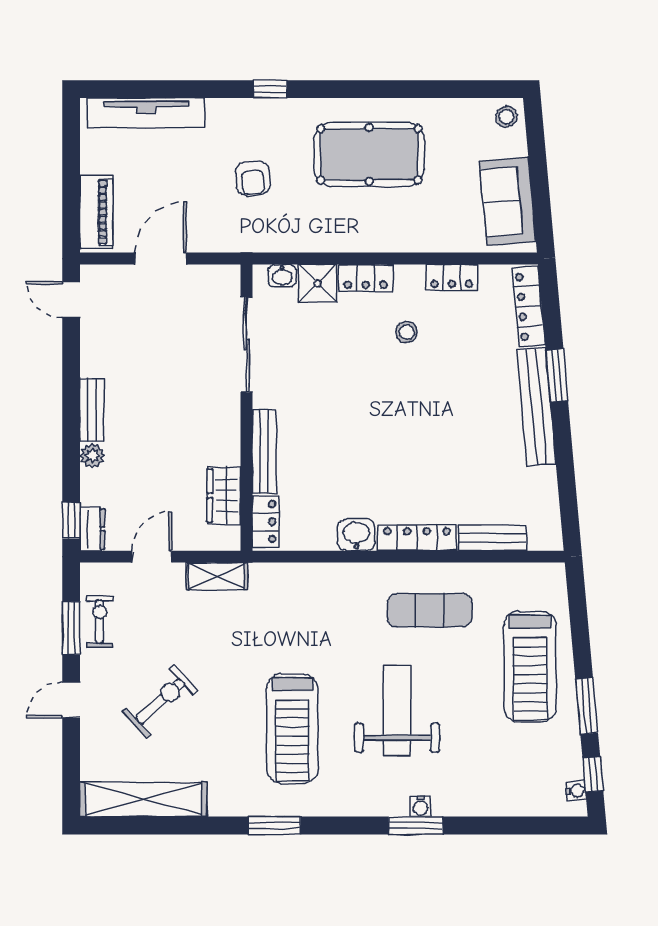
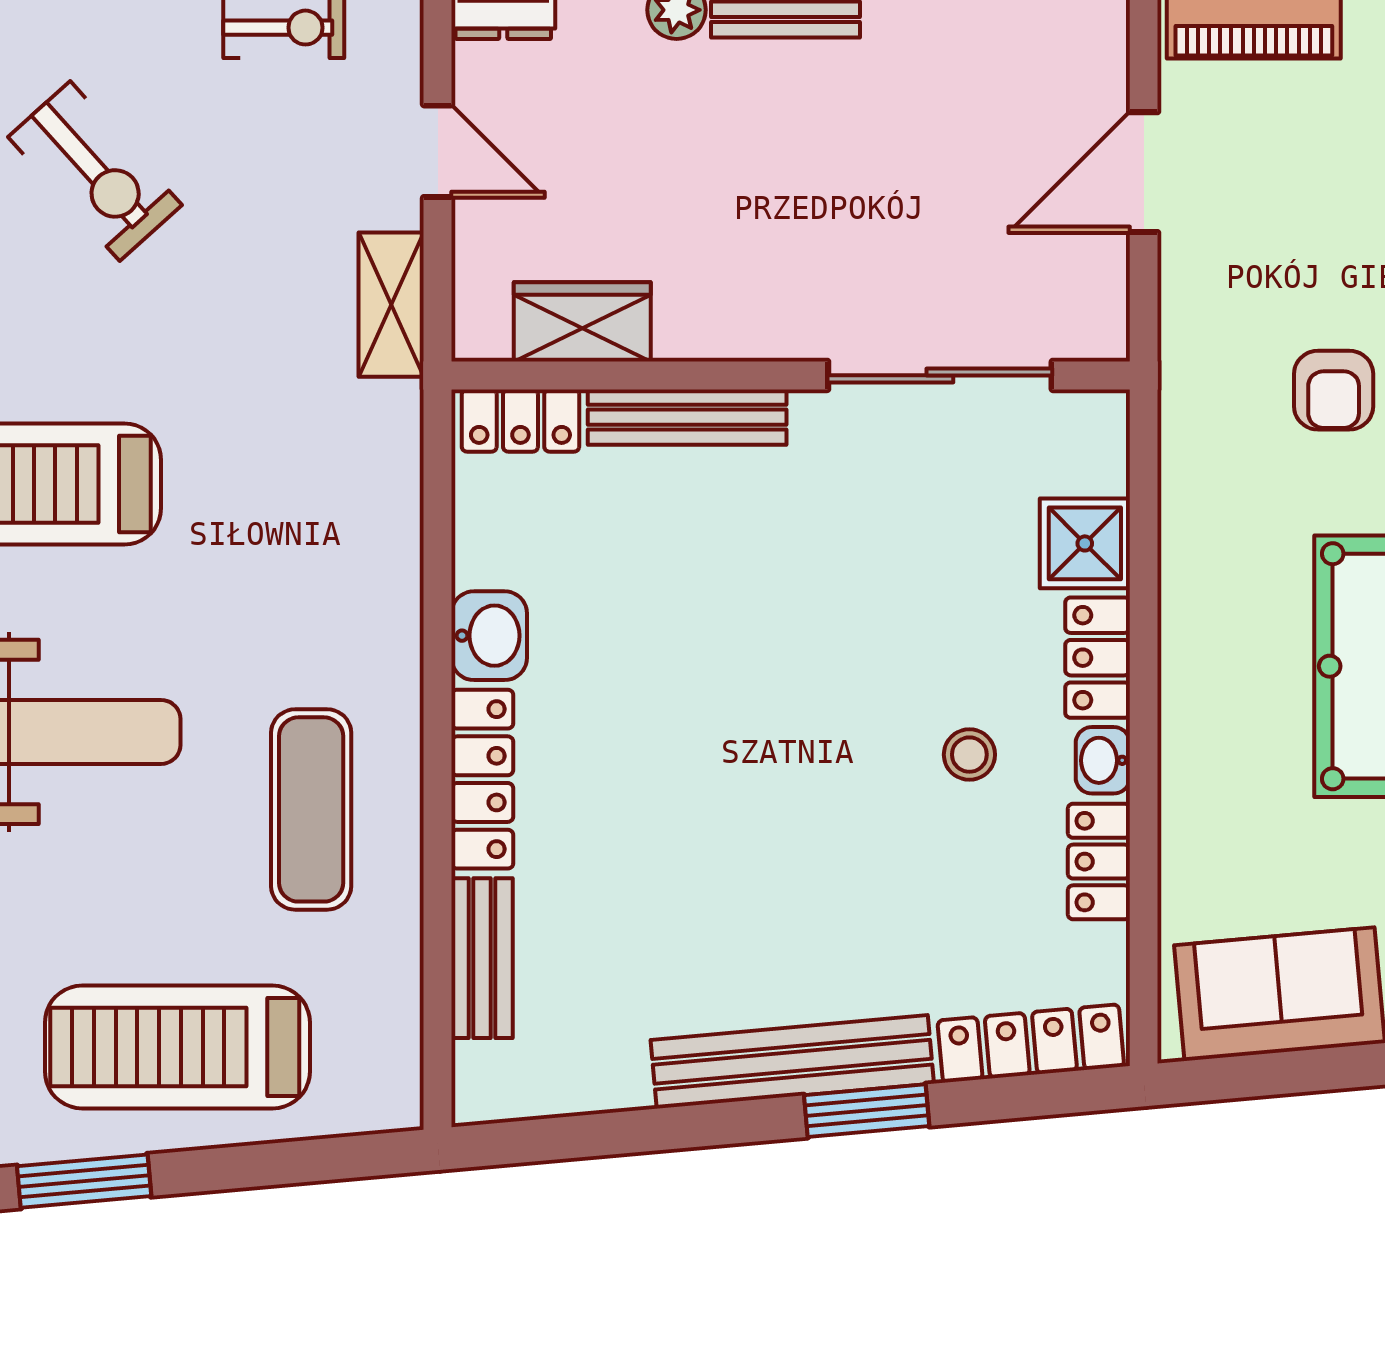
armchair: (253, 178) -> (1334, 390), turned -85
door: (161, 259) -> (1144, 172), swing flipped
washbasin: (282, 276) -> (1103, 760), moved

